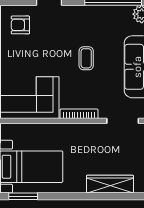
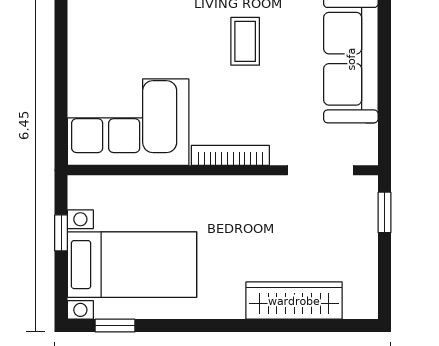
window: (23, 196) -> (115, 326), width x0.67

